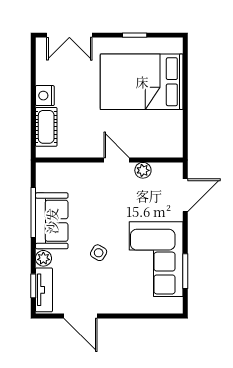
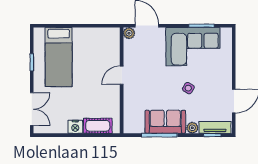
bed: (142, 82) -> (59, 57), width x0.67
plant: (143, 170) -> (129, 33), moved

